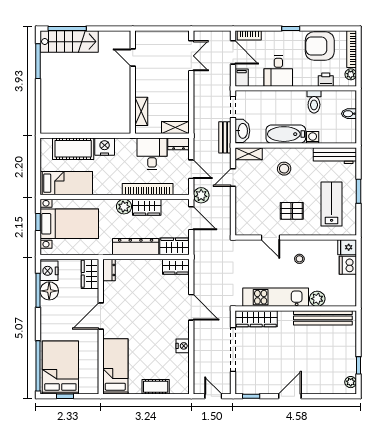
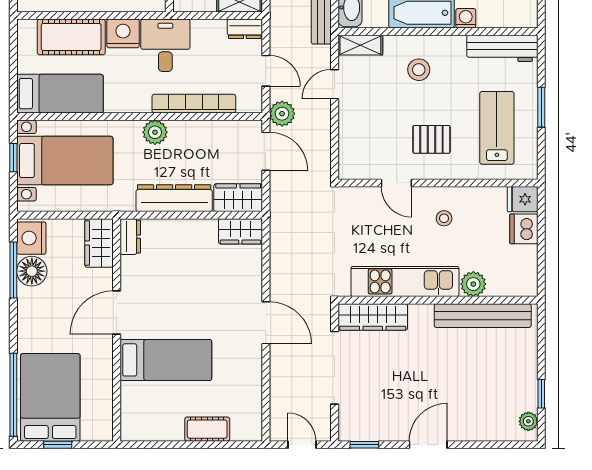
desk: (152, 154) -> (165, 45), moved
wardrobe: (147, 207) -> (192, 133), removed
door: (191, 307) -> (266, 323), moved
nightstand: (183, 346) -> (252, 362), removed
bed: (115, 366) -> (166, 360), moved, turned 90

